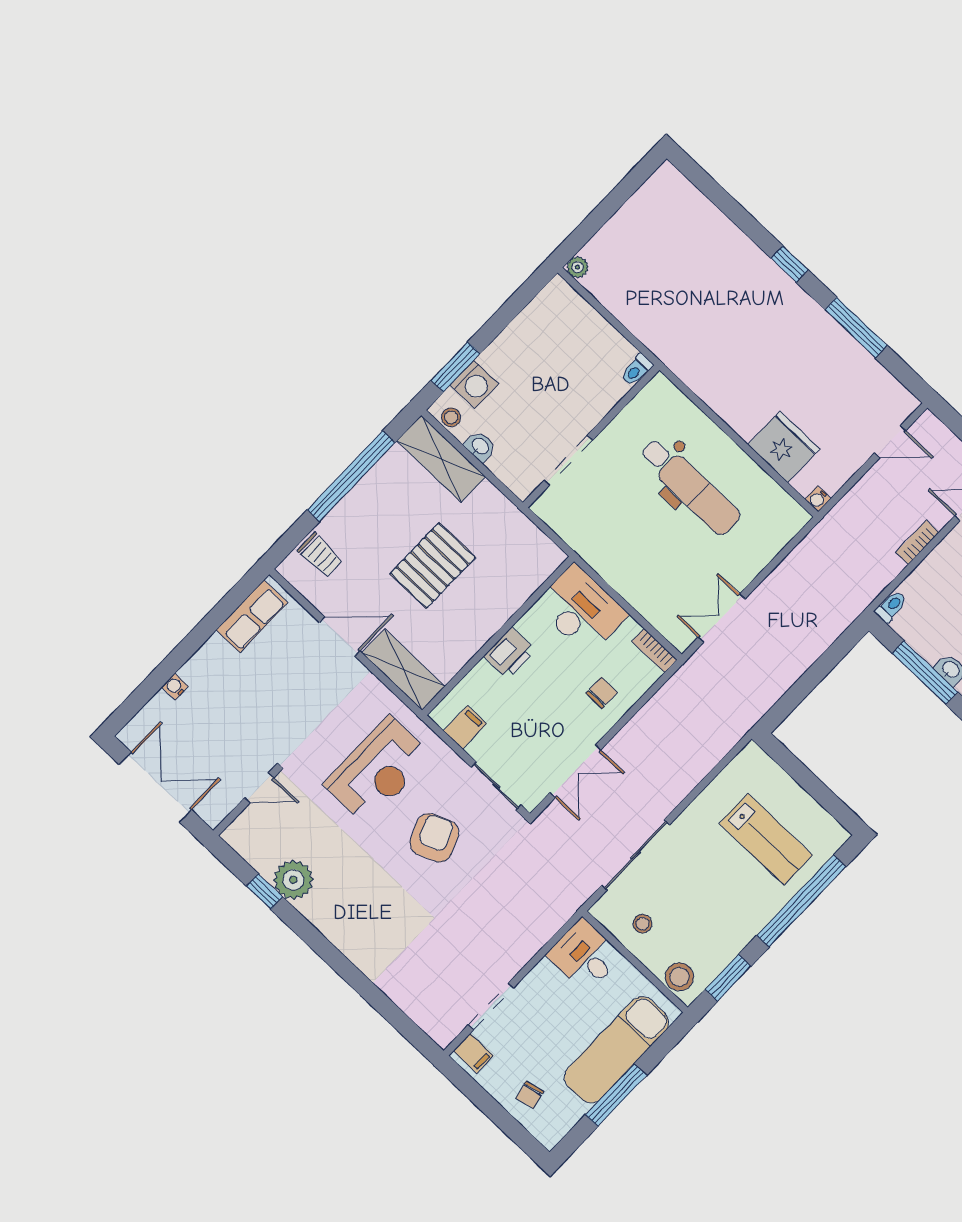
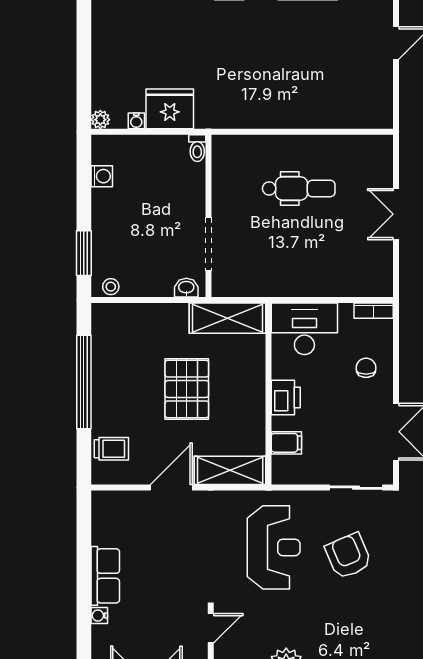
washing machine: (474, 384) -> (102, 176), moved, width x0.73, depth x0.73
washbasin: (480, 446) -> (186, 288), moved
fridge: (784, 447) -> (170, 109), moved
shelving: (441, 459) -> (228, 318), moved
dental chair: (690, 486) -> (299, 188), width x0.73, depth x0.72
water cooler: (818, 499) -> (136, 121), moved
row of seats: (252, 616) -> (105, 576), moved
double door: (722, 618) -> (396, 214), moved
filing cabinet: (465, 727) -> (286, 443), moved, turned 90

